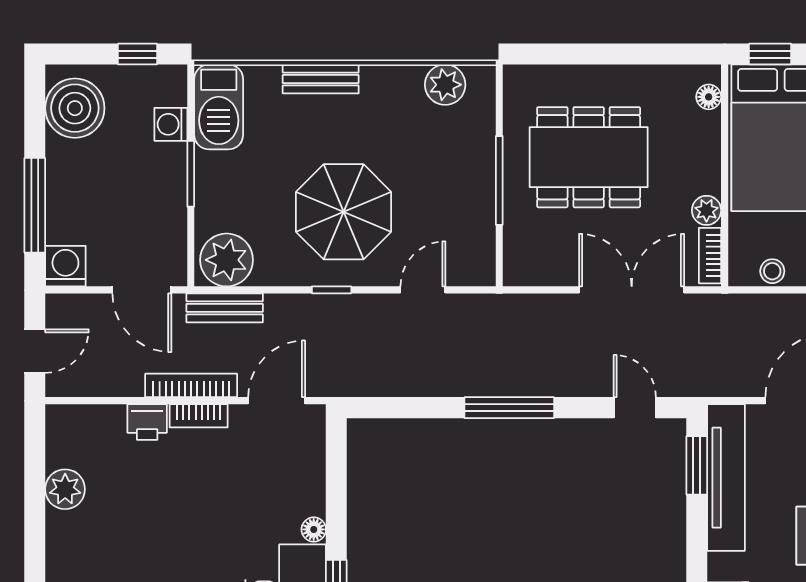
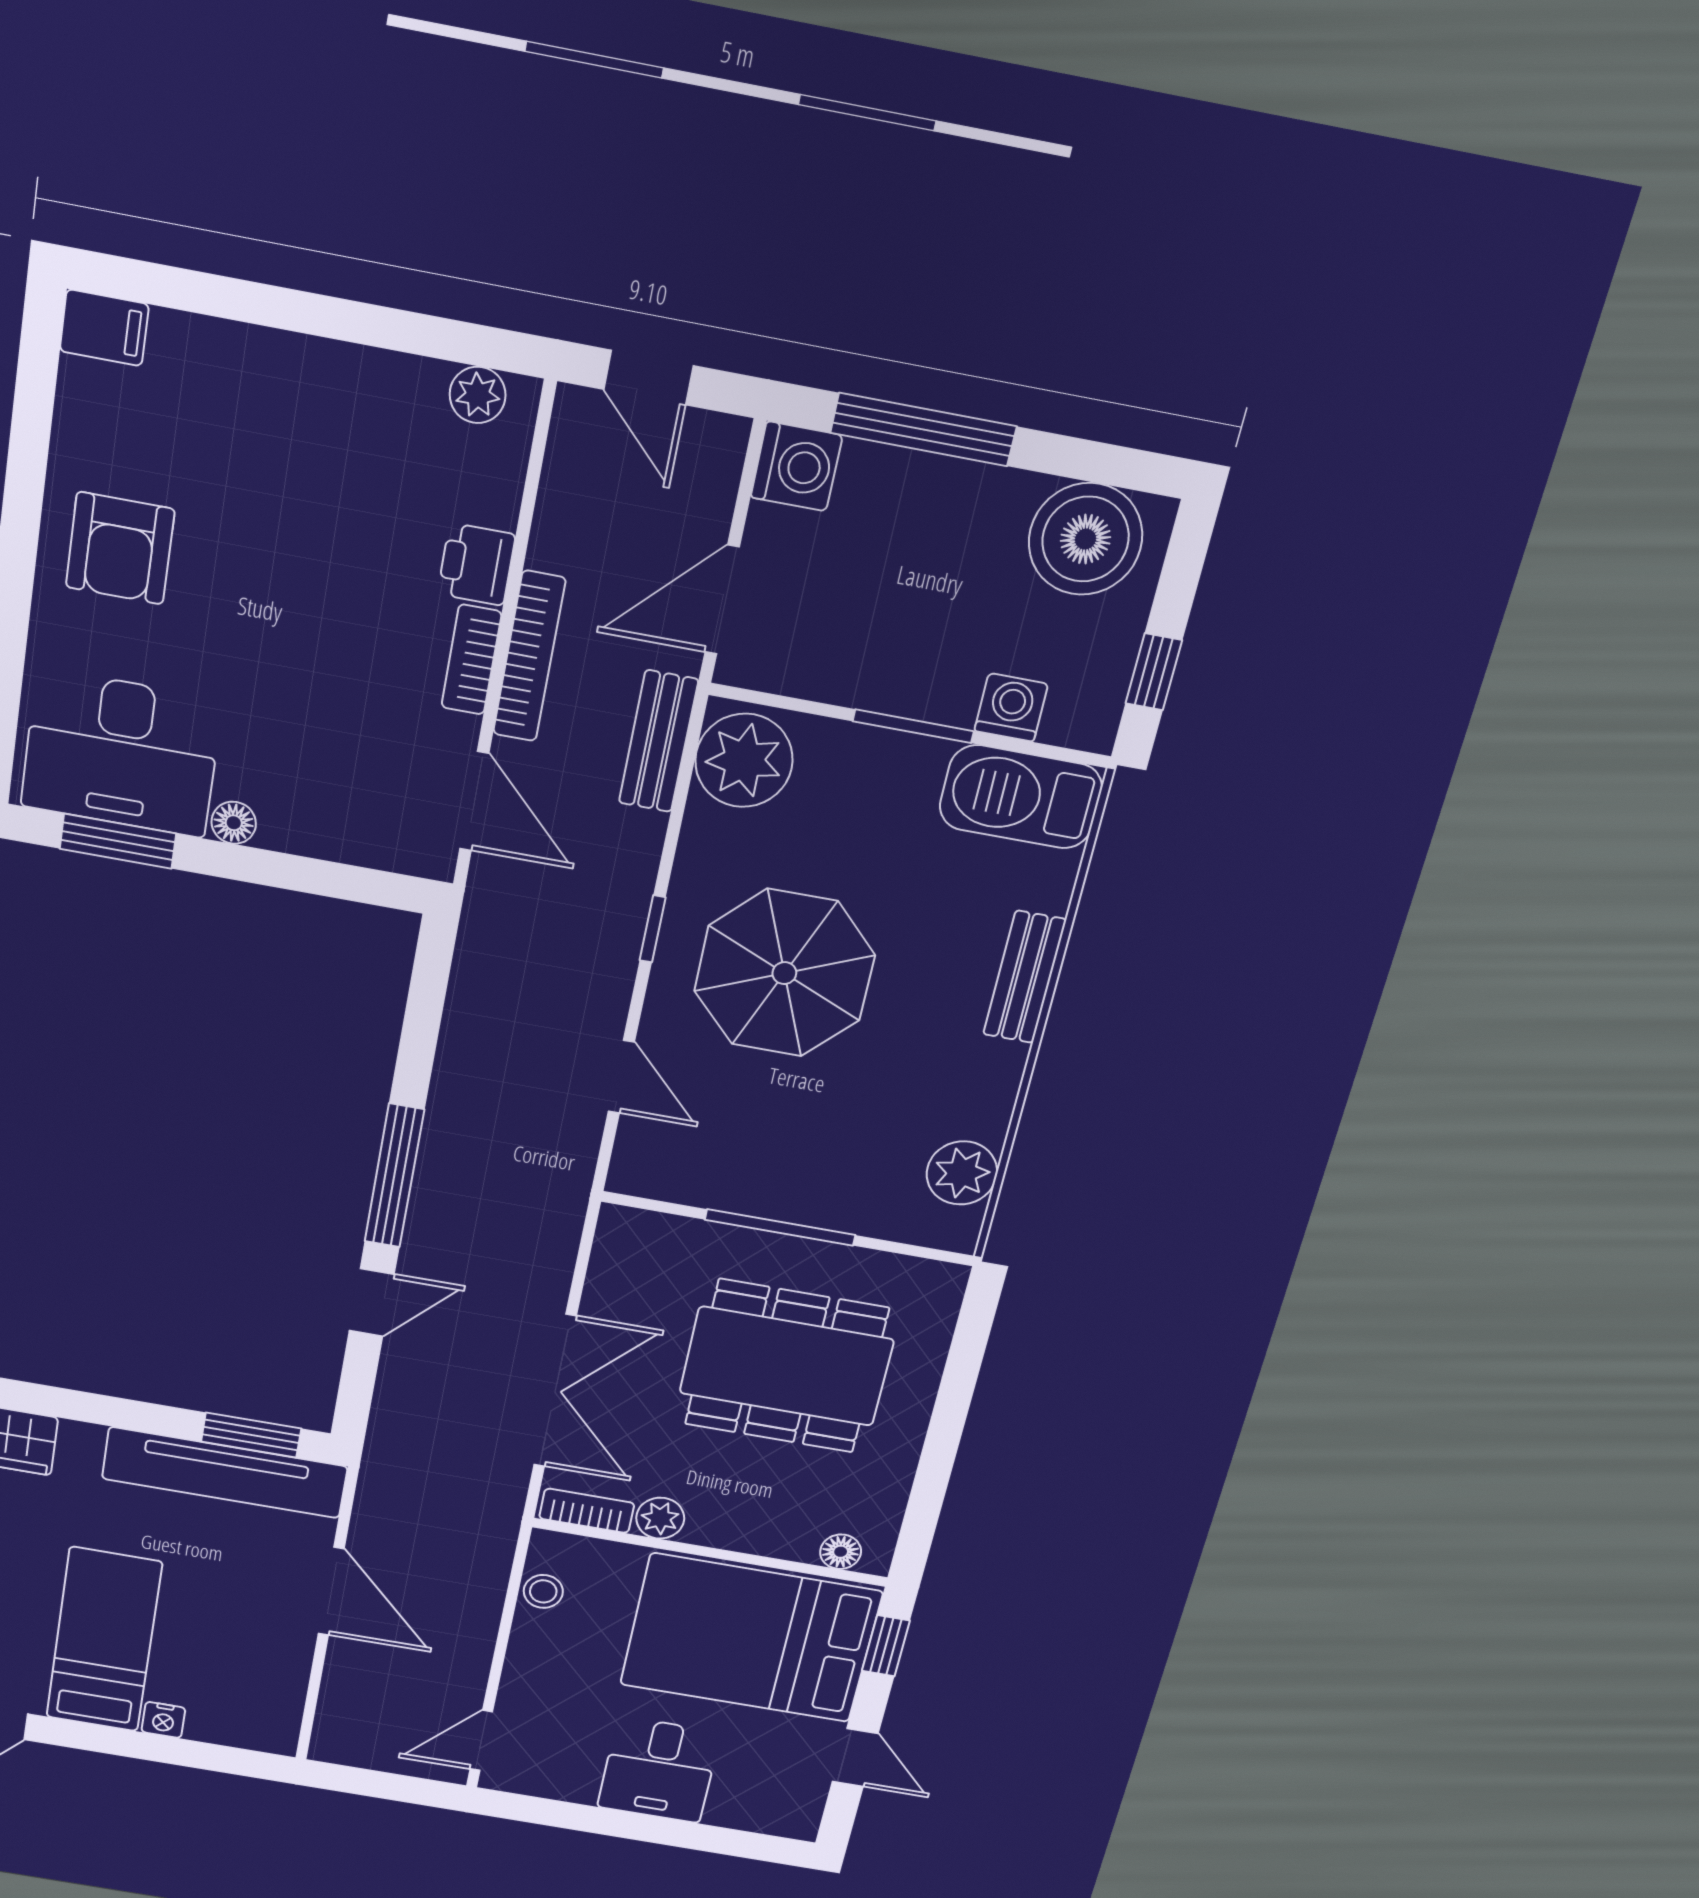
dining table: (589, 157) -> (786, 1366), turned 90
door: (635, 408) -> (372, 1302), moved
plant: (65, 489) -> (478, 395), moved, width x0.73, depth x0.73

